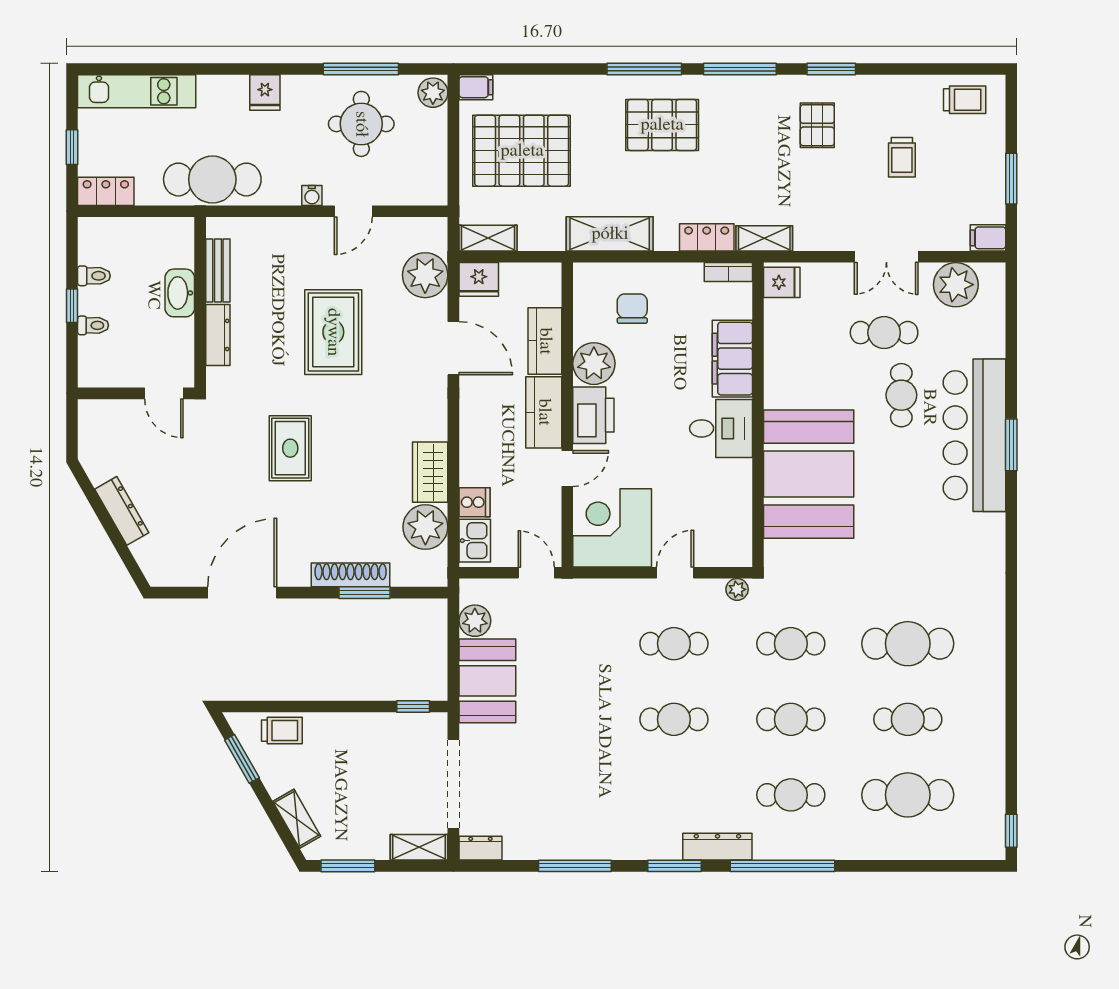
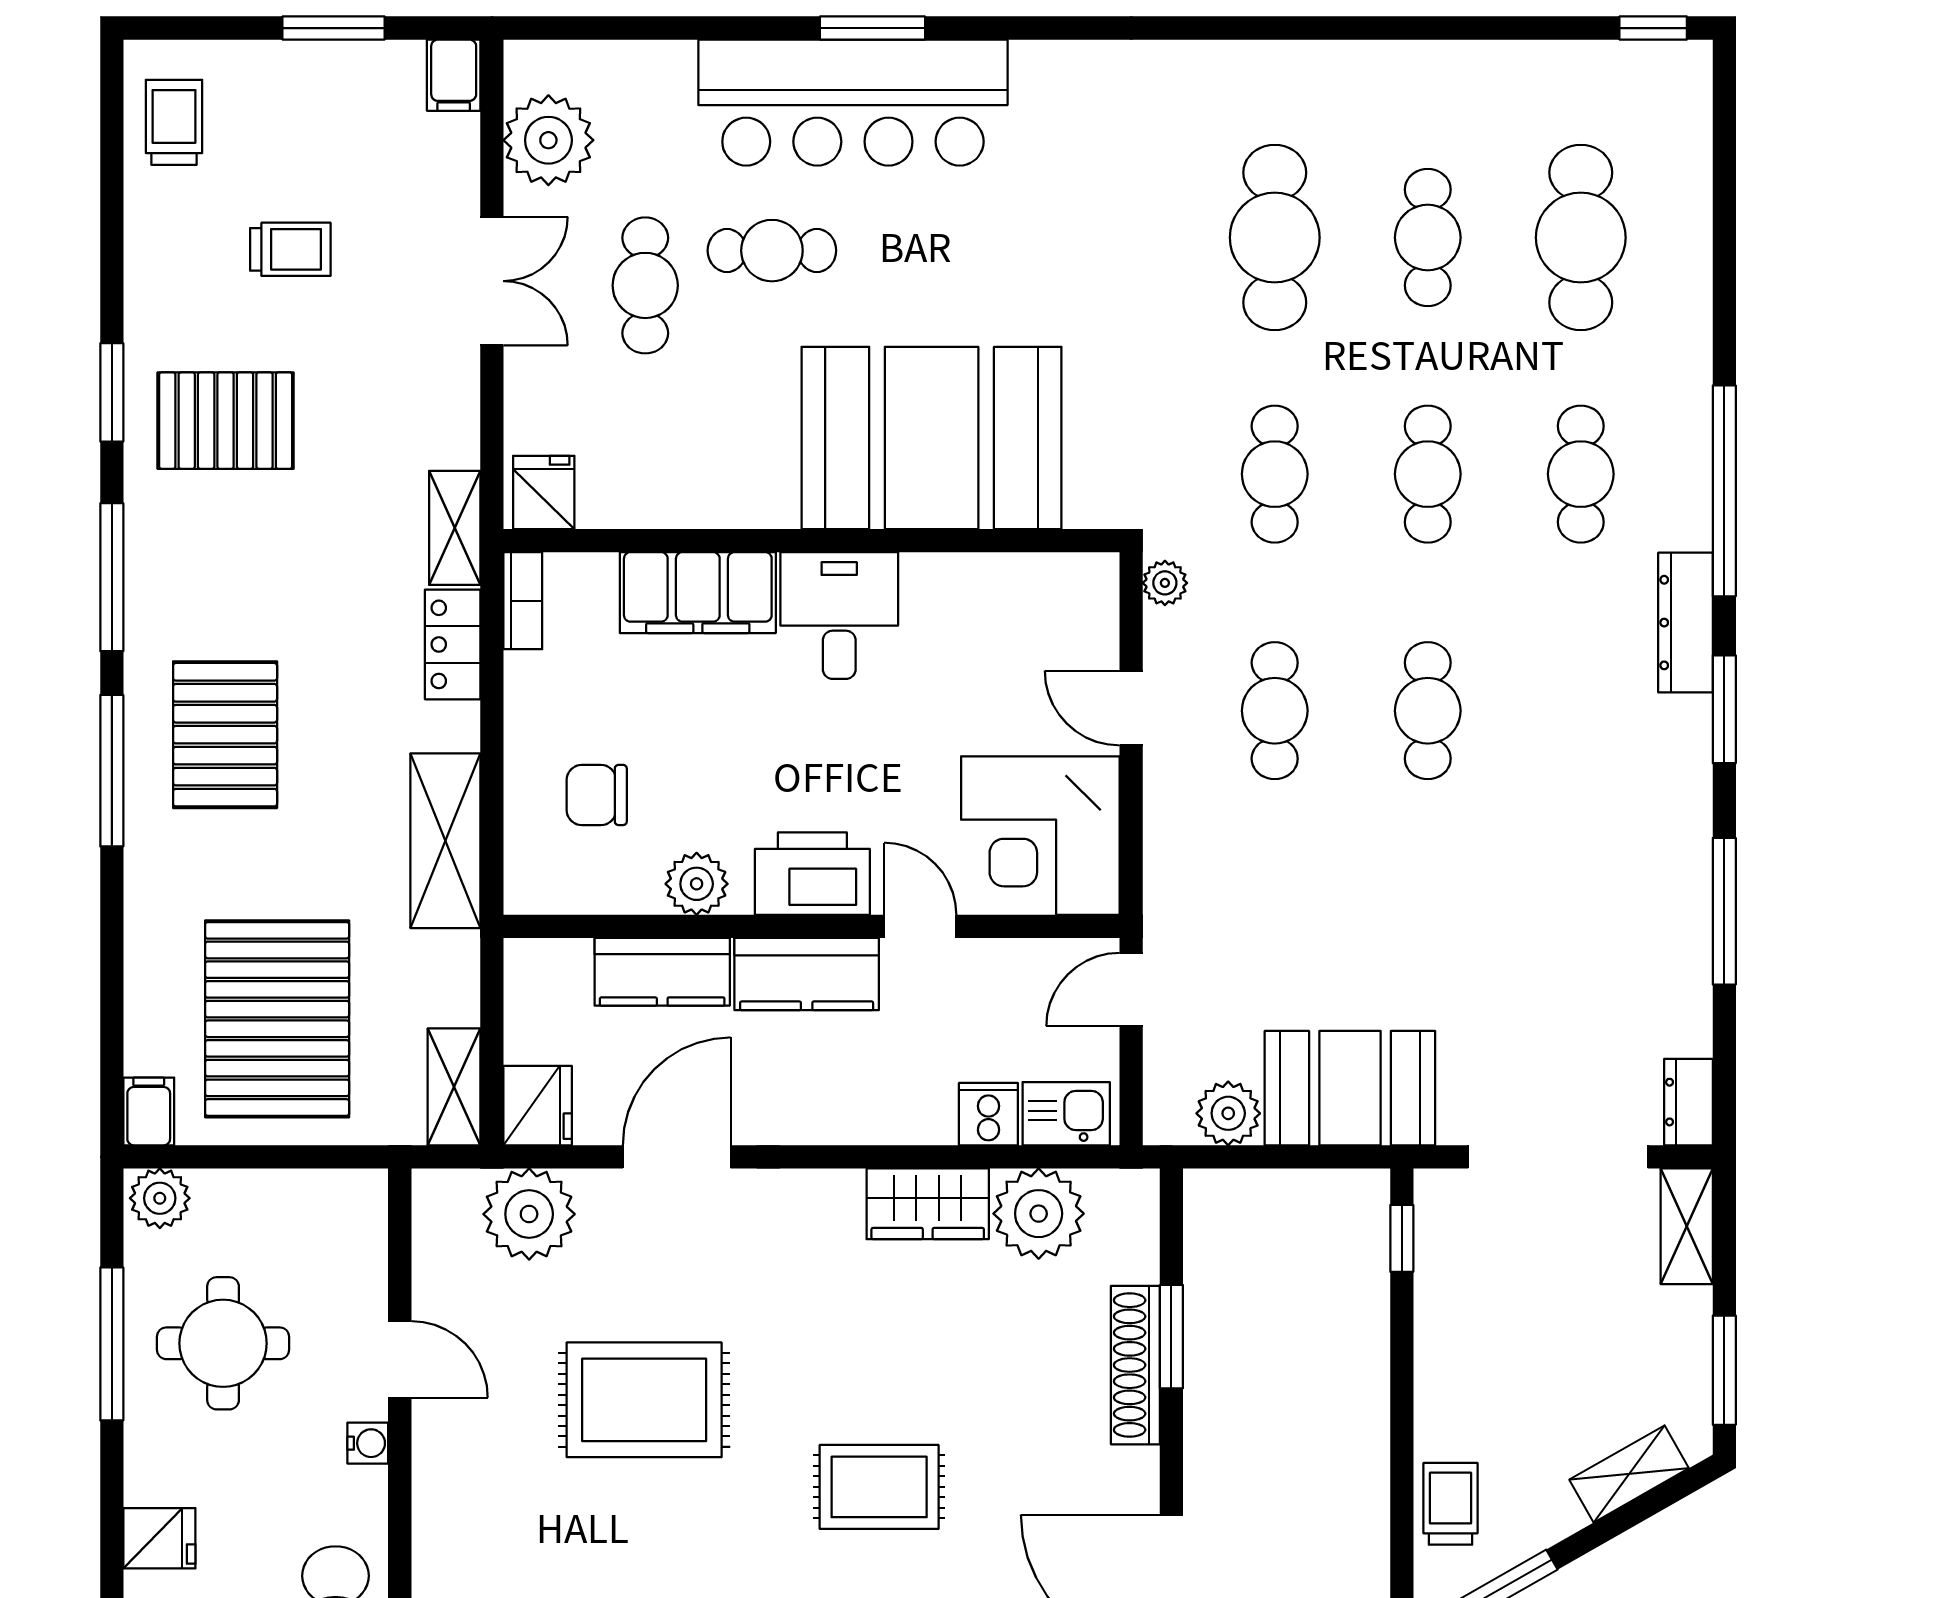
pallet: (817, 125) -> (226, 421), width x1.50, depth x1.42
plant: (594, 364) -> (697, 884), width x0.73, depth x0.73

